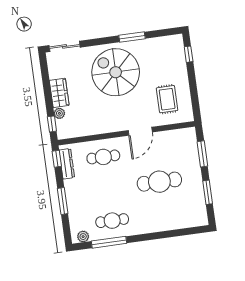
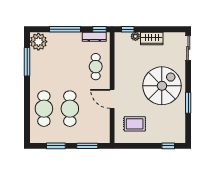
window: (63, 201) -> (65, 29), width x1.44
cafe table: (112, 221) -> (44, 109), moved, width x1.37, depth x1.35
plant: (83, 237) -> (38, 42), width x1.88, depth x1.88

